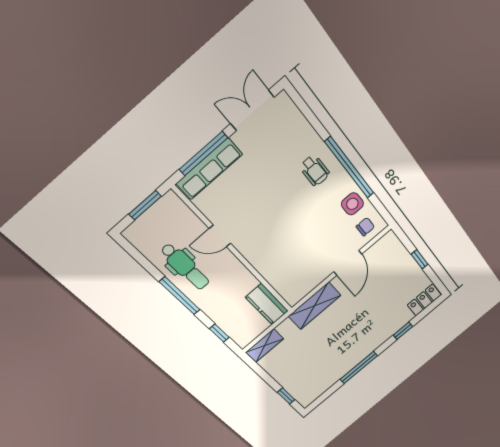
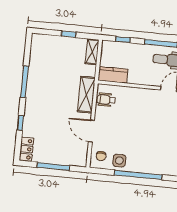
wheelchair: (315, 170) -> (106, 100), moved
window: (420, 259) -> (53, 167), width x2.17
window: (286, 396) -> (69, 34), moved

